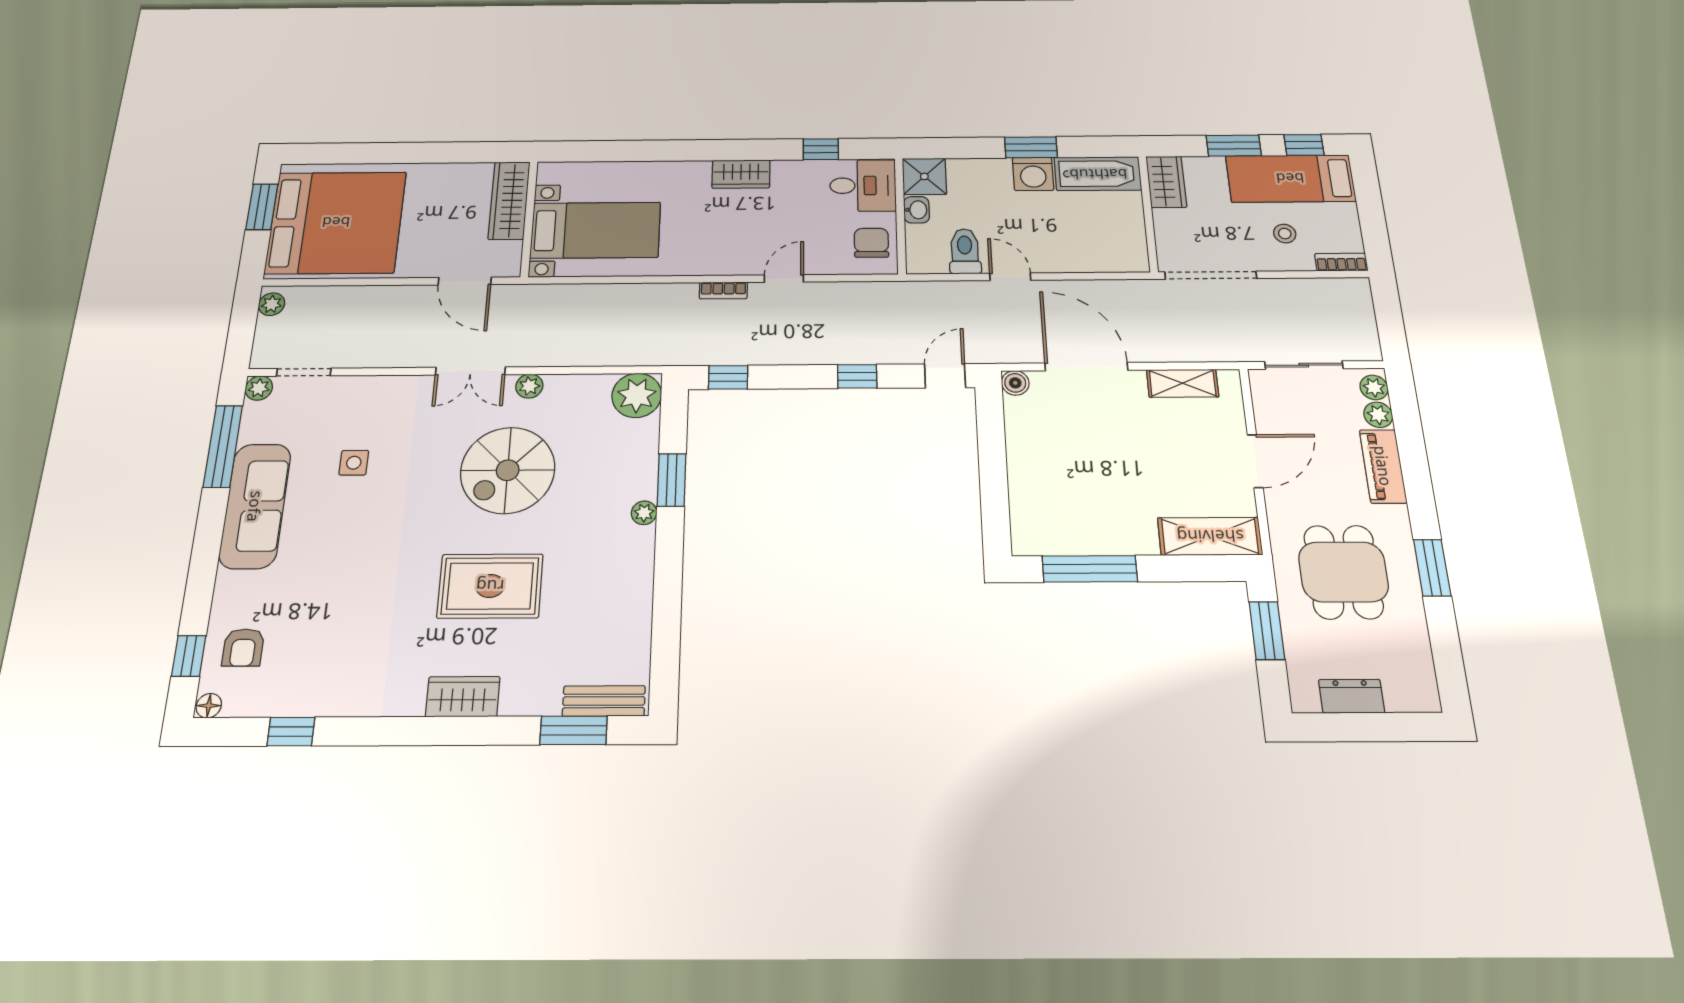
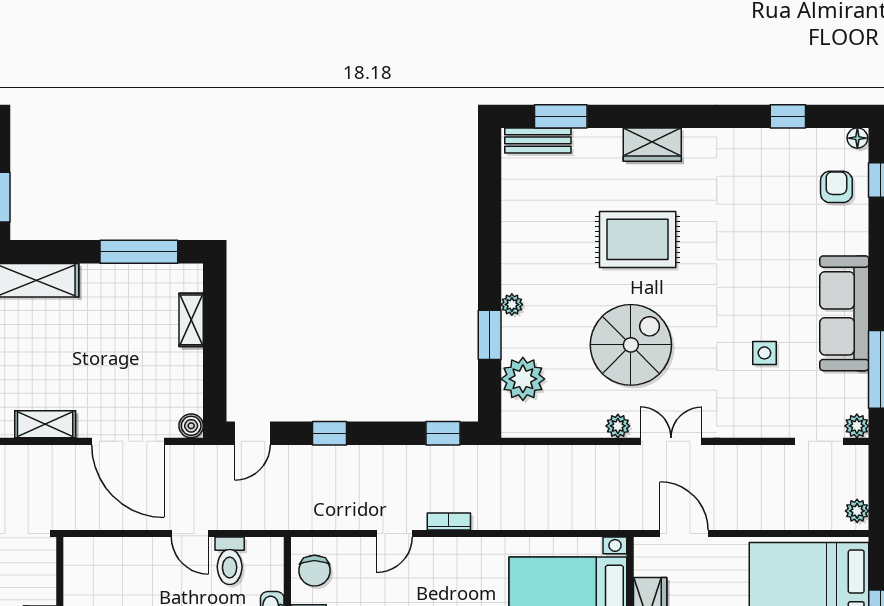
plant: (637, 395) -> (523, 379), moved
shelving: (1022, 494) -> (191, 320), added

